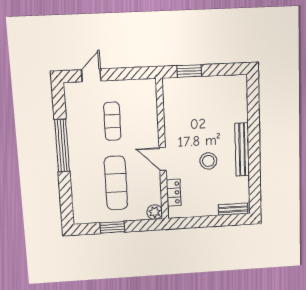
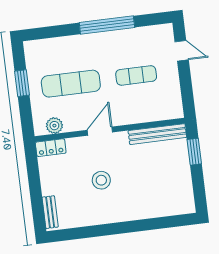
bench: (242, 149) -> (157, 134), moved
locker: (174, 193) -> (51, 148), moved
plant: (155, 212) -> (54, 126), moved

